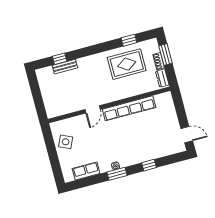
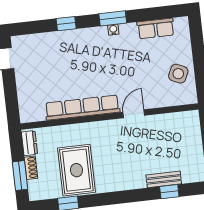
rug: (127, 64) -> (76, 170), turned 90

